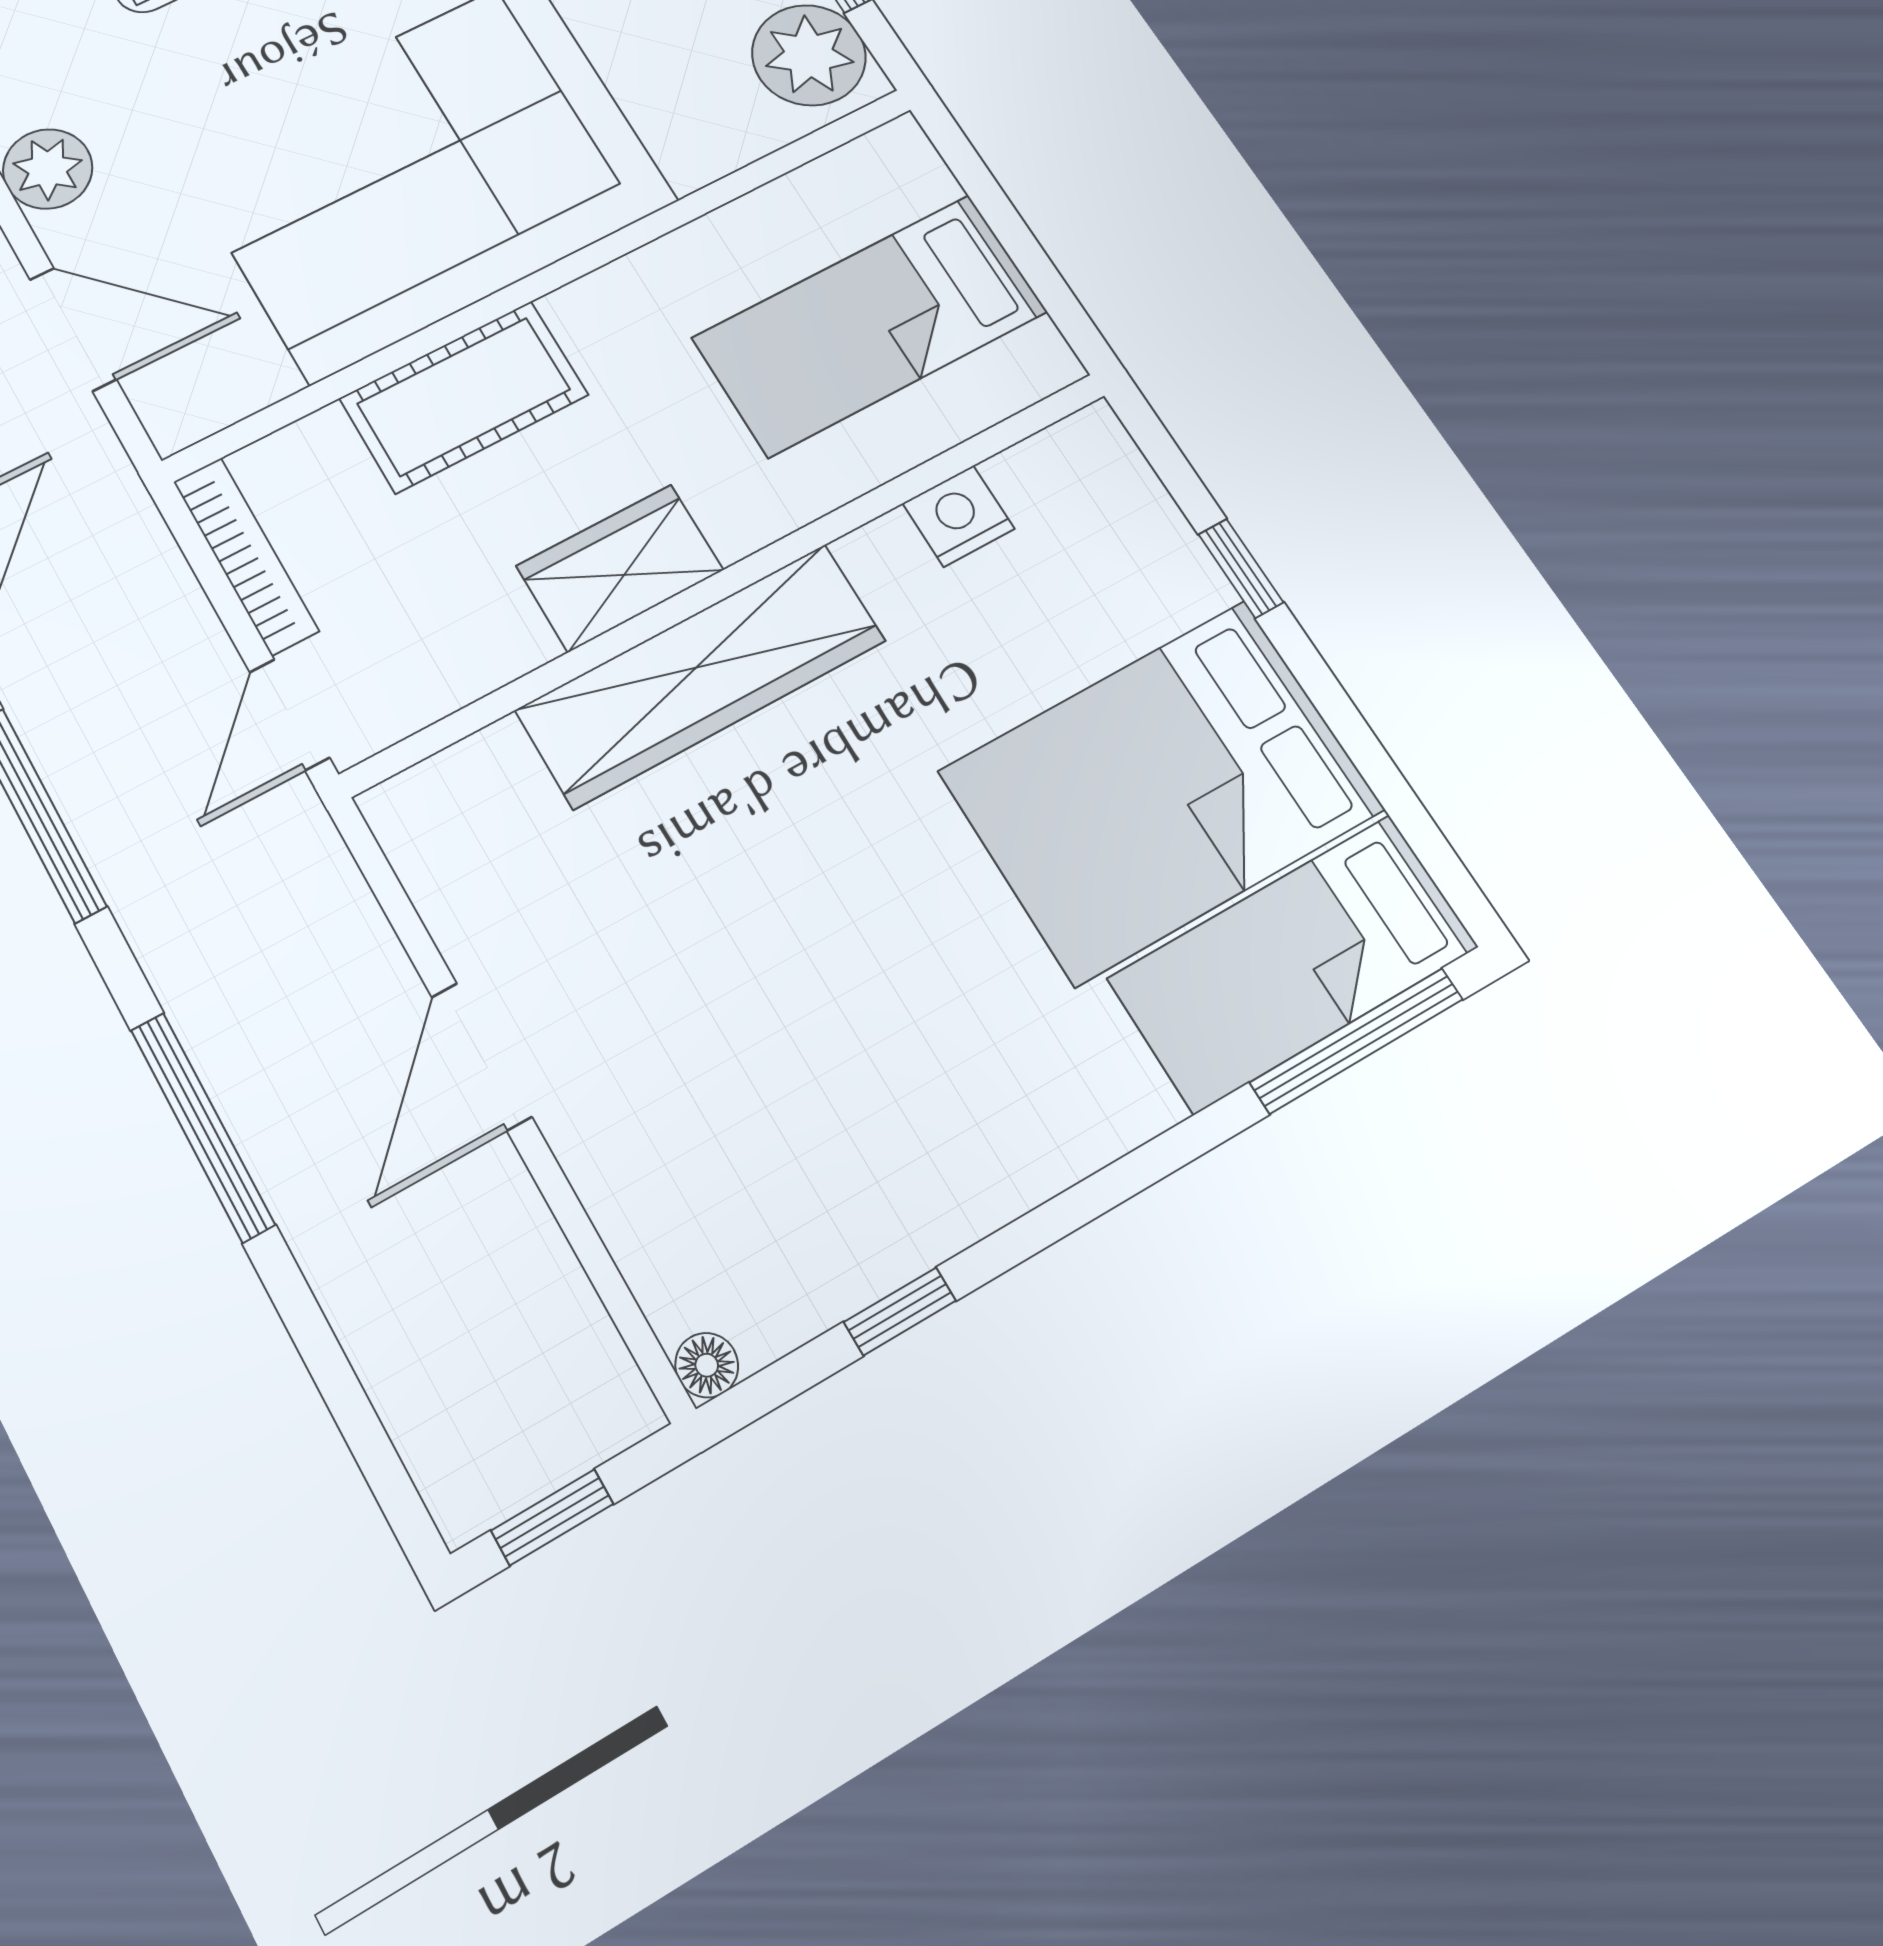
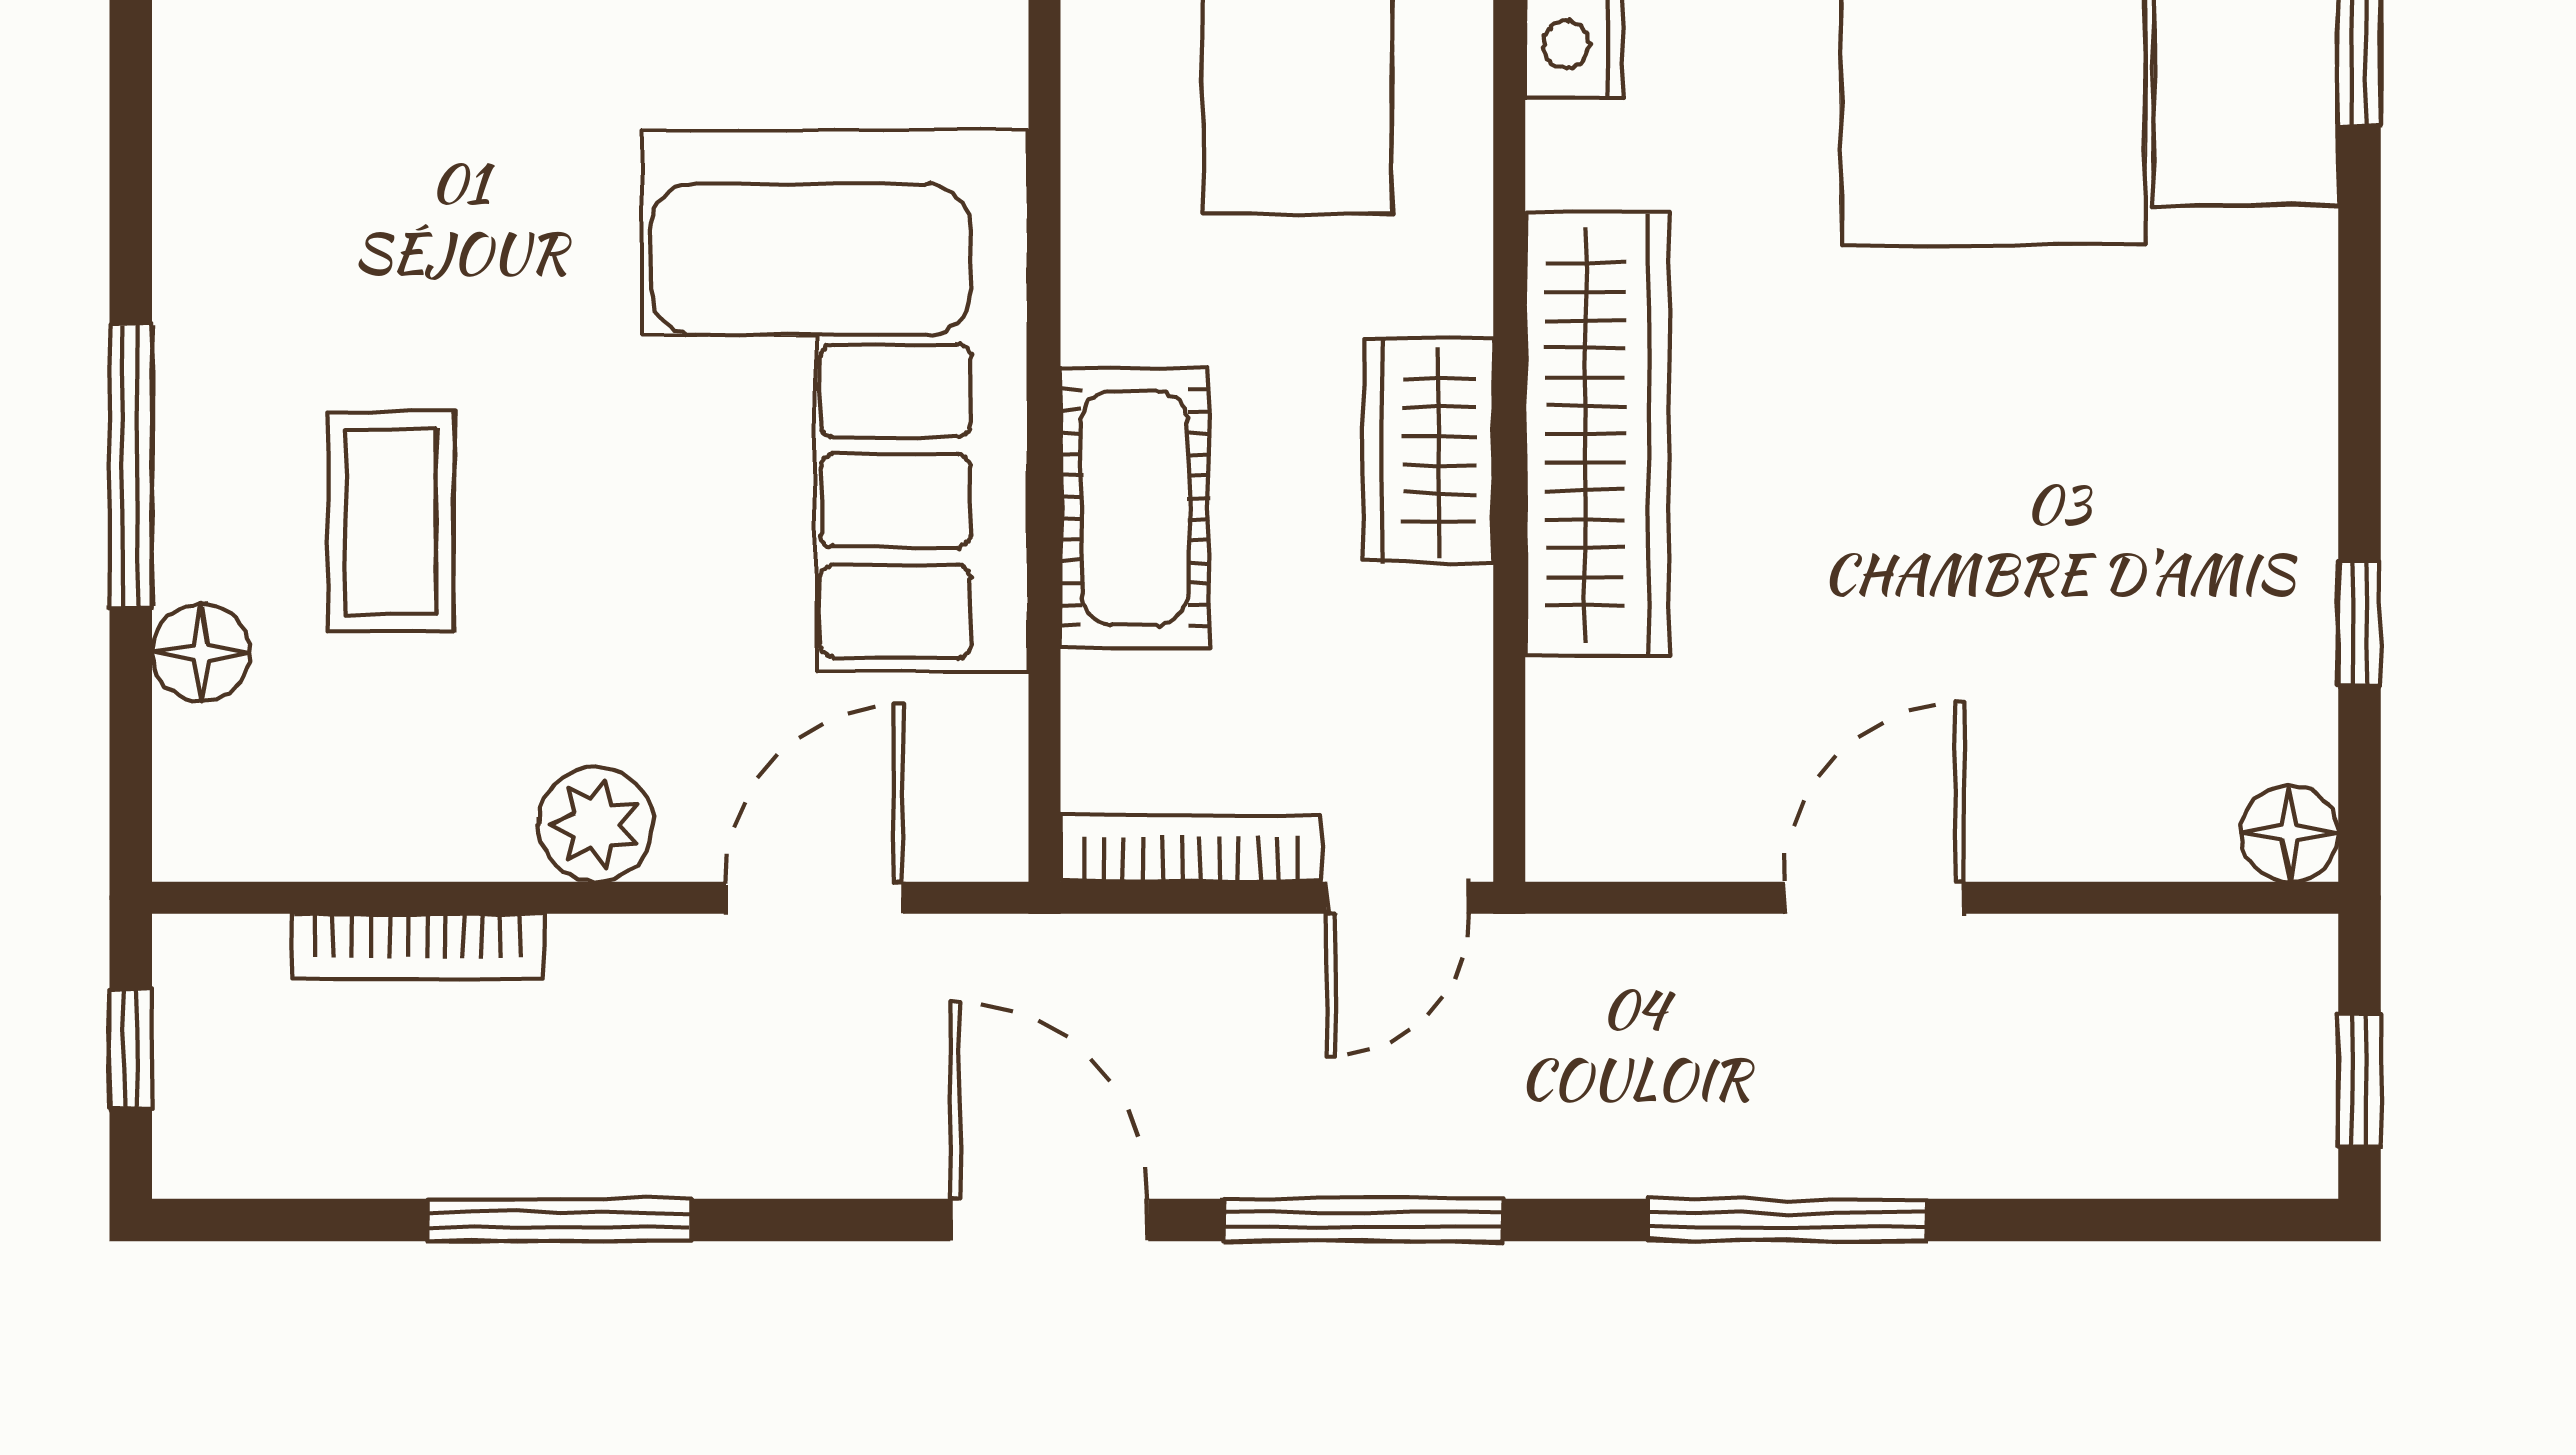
door: (290, 715) -> (1398, 898), hinge flipped
door: (482, 1057) -> (1874, 898), swing flipped
floor lamp: (707, 1365) -> (2290, 833), width x1.37, depth x1.37

